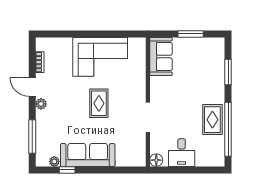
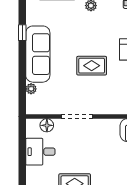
floor lamp: (156, 160) -> (47, 125), moved
plant: (54, 161) -> (31, 89), moved

